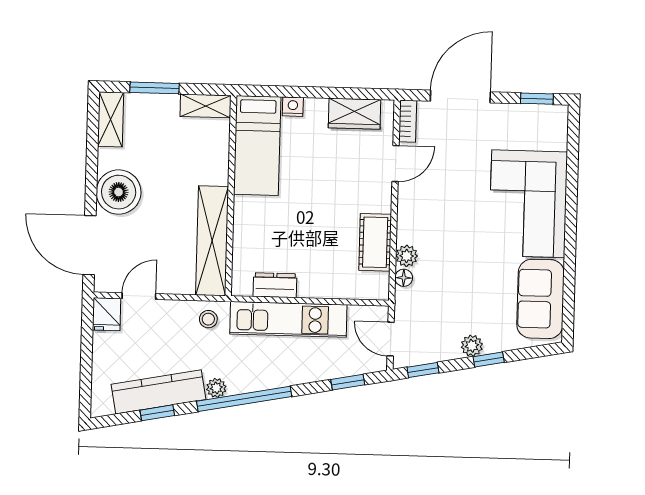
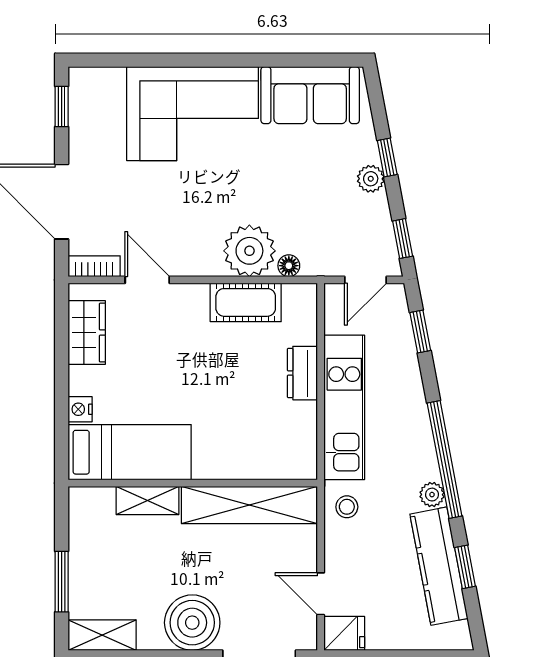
shelving: (206, 106) -> (147, 500), moved, turned 90
plant: (407, 256) -> (249, 251), width x1.88, depth x1.88
dresser: (275, 285) -> (302, 373), moved

